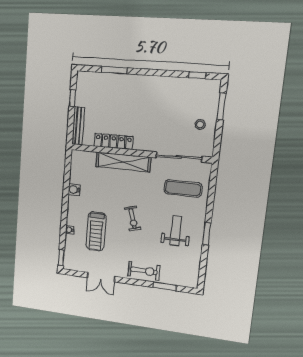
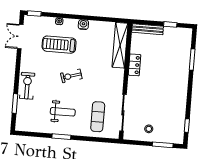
locker: (113, 141) -> (134, 65), width x0.66
shelving: (123, 162) -> (120, 45), moved
water cooler: (74, 190) -> (83, 25), moved
exercise bike: (144, 271) -> (27, 86), turned 180
double door: (101, 277) -> (20, 37), moved

